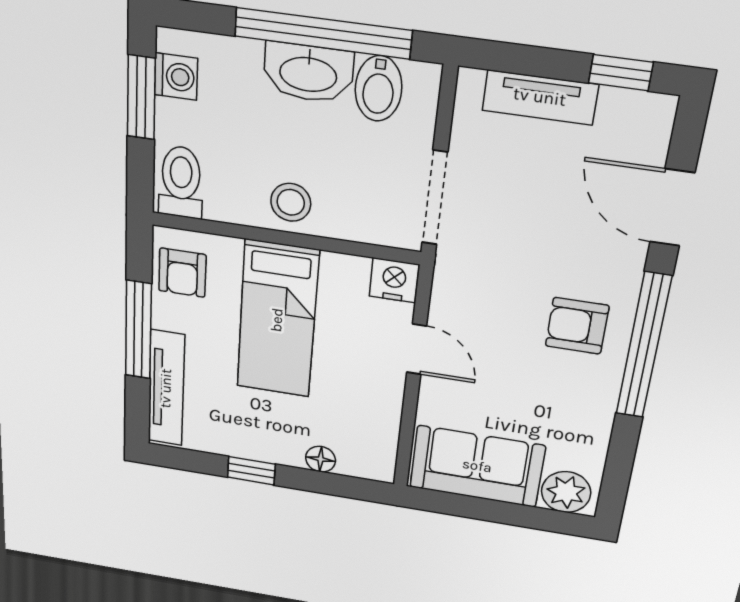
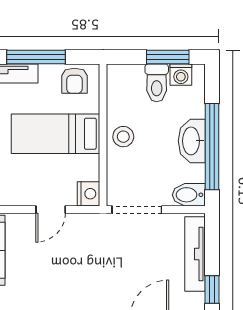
bidet: (378, 88) -> (189, 195), moved
tv unit: (540, 97) -> (195, 254), width x1.41
toilet: (181, 182) -> (157, 83), moved, turned 90
armchair: (182, 273) -> (74, 81), turned -90
armchair: (577, 326) -> (78, 290), removed

